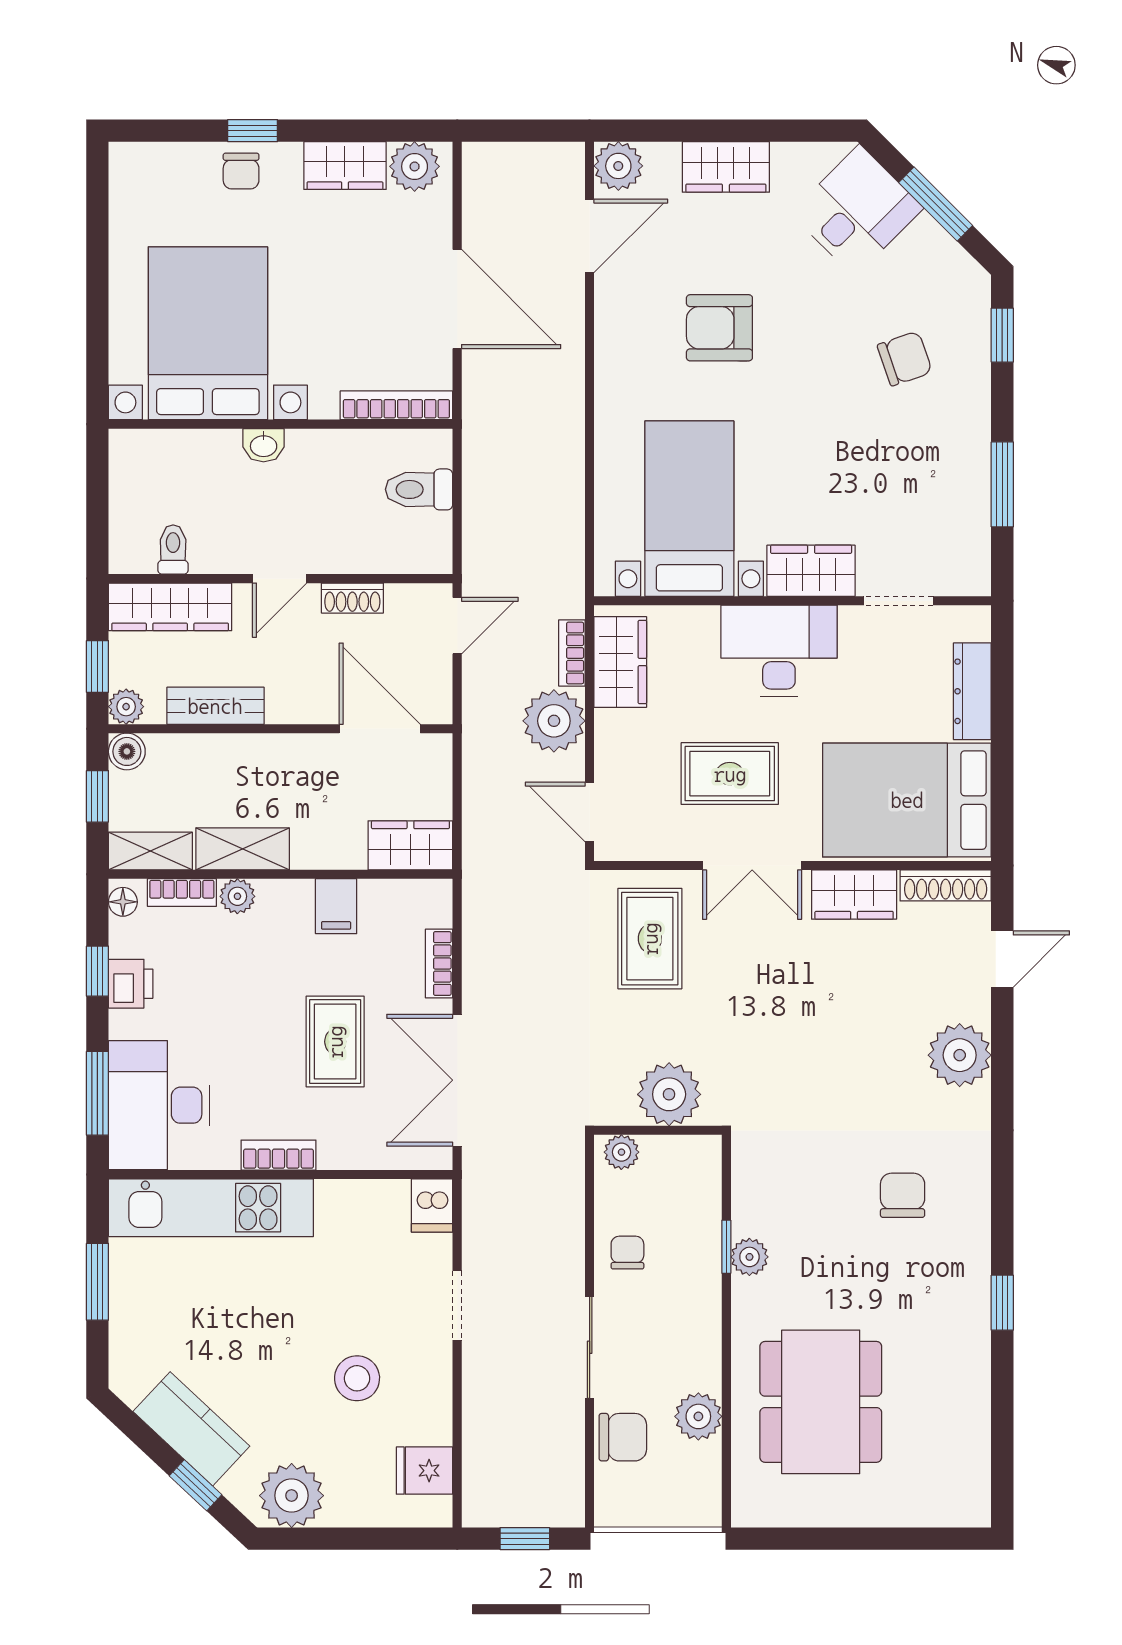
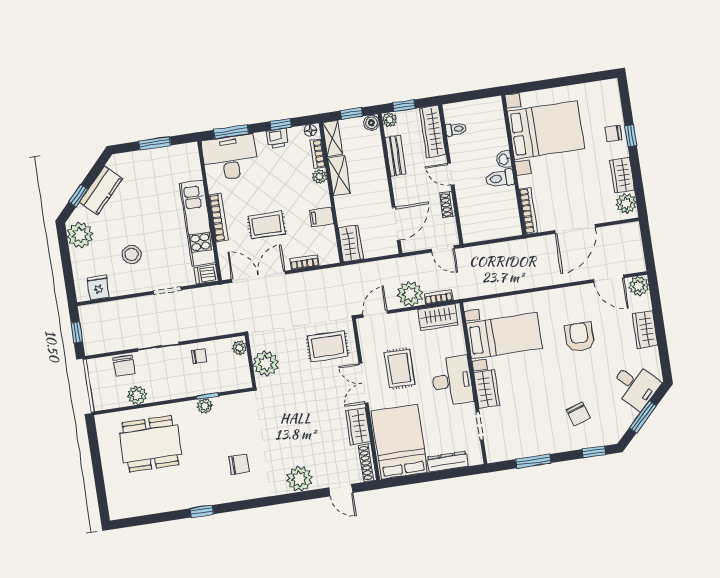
toilet: (419, 489) -> (500, 178), moved, turned -90
bookcase: (279, 1155) -> (218, 217), width x1.56
kitchen unit: (211, 1208) -> (197, 223), moved

